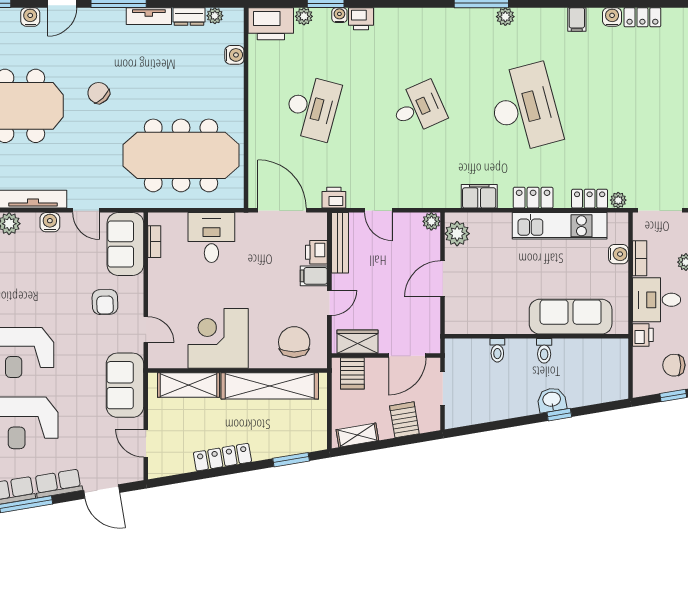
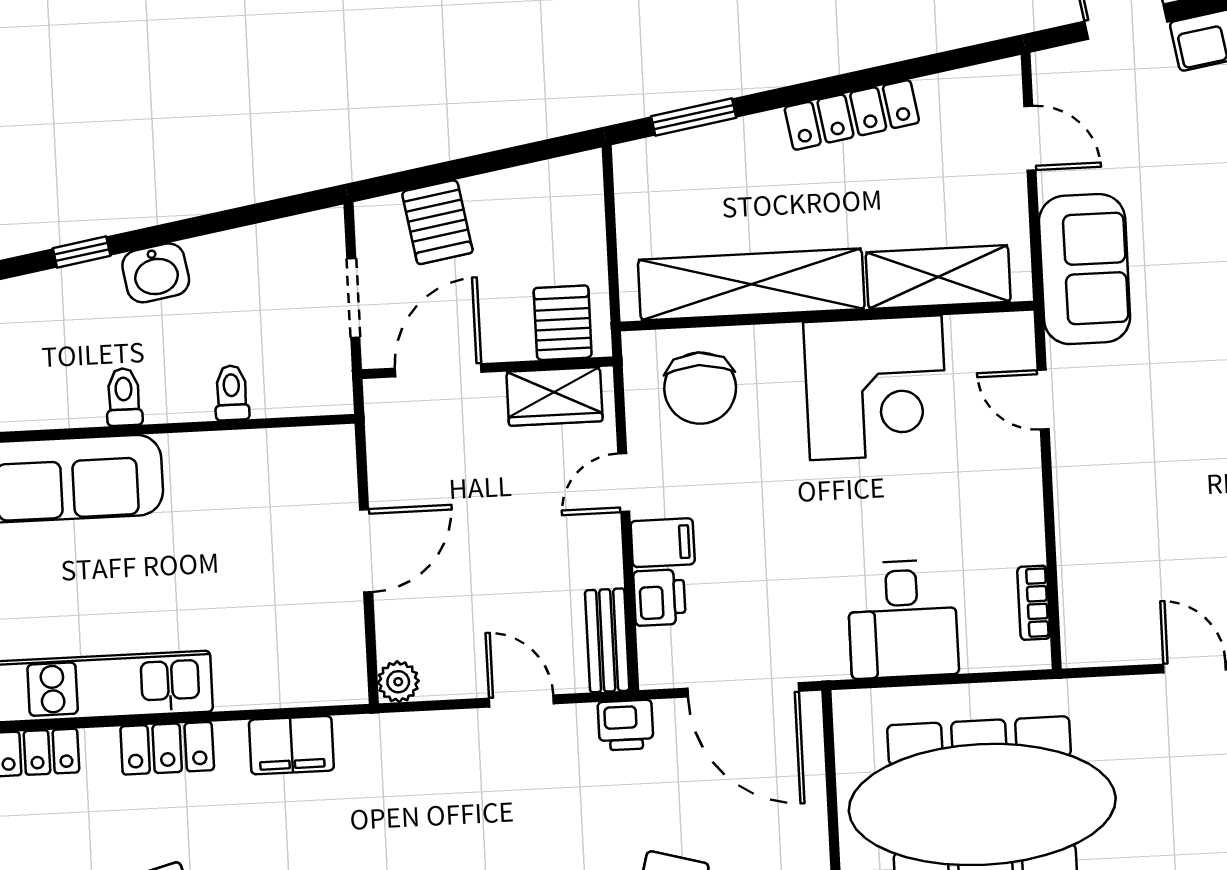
plant: (457, 234) -> (338, 657), removed
bench: (340, 243) -> (607, 640), width x0.73
sofa: (125, 244) -> (1100, 594), removed
armchair: (105, 302) -> (1140, 458), removed
washbasin: (552, 400) -> (156, 273), moved
shelving: (357, 435) -> (544, 181), removed

